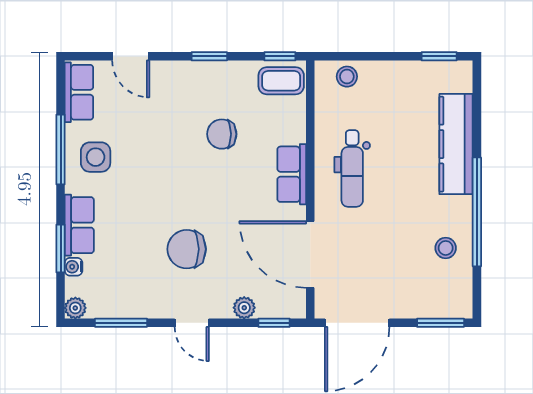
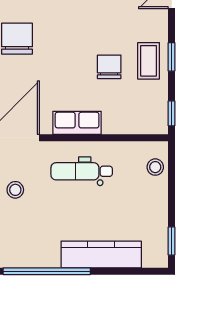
coffee table: (281, 81) -> (149, 61), moved
stool: (446, 248) -> (15, 190), moved

